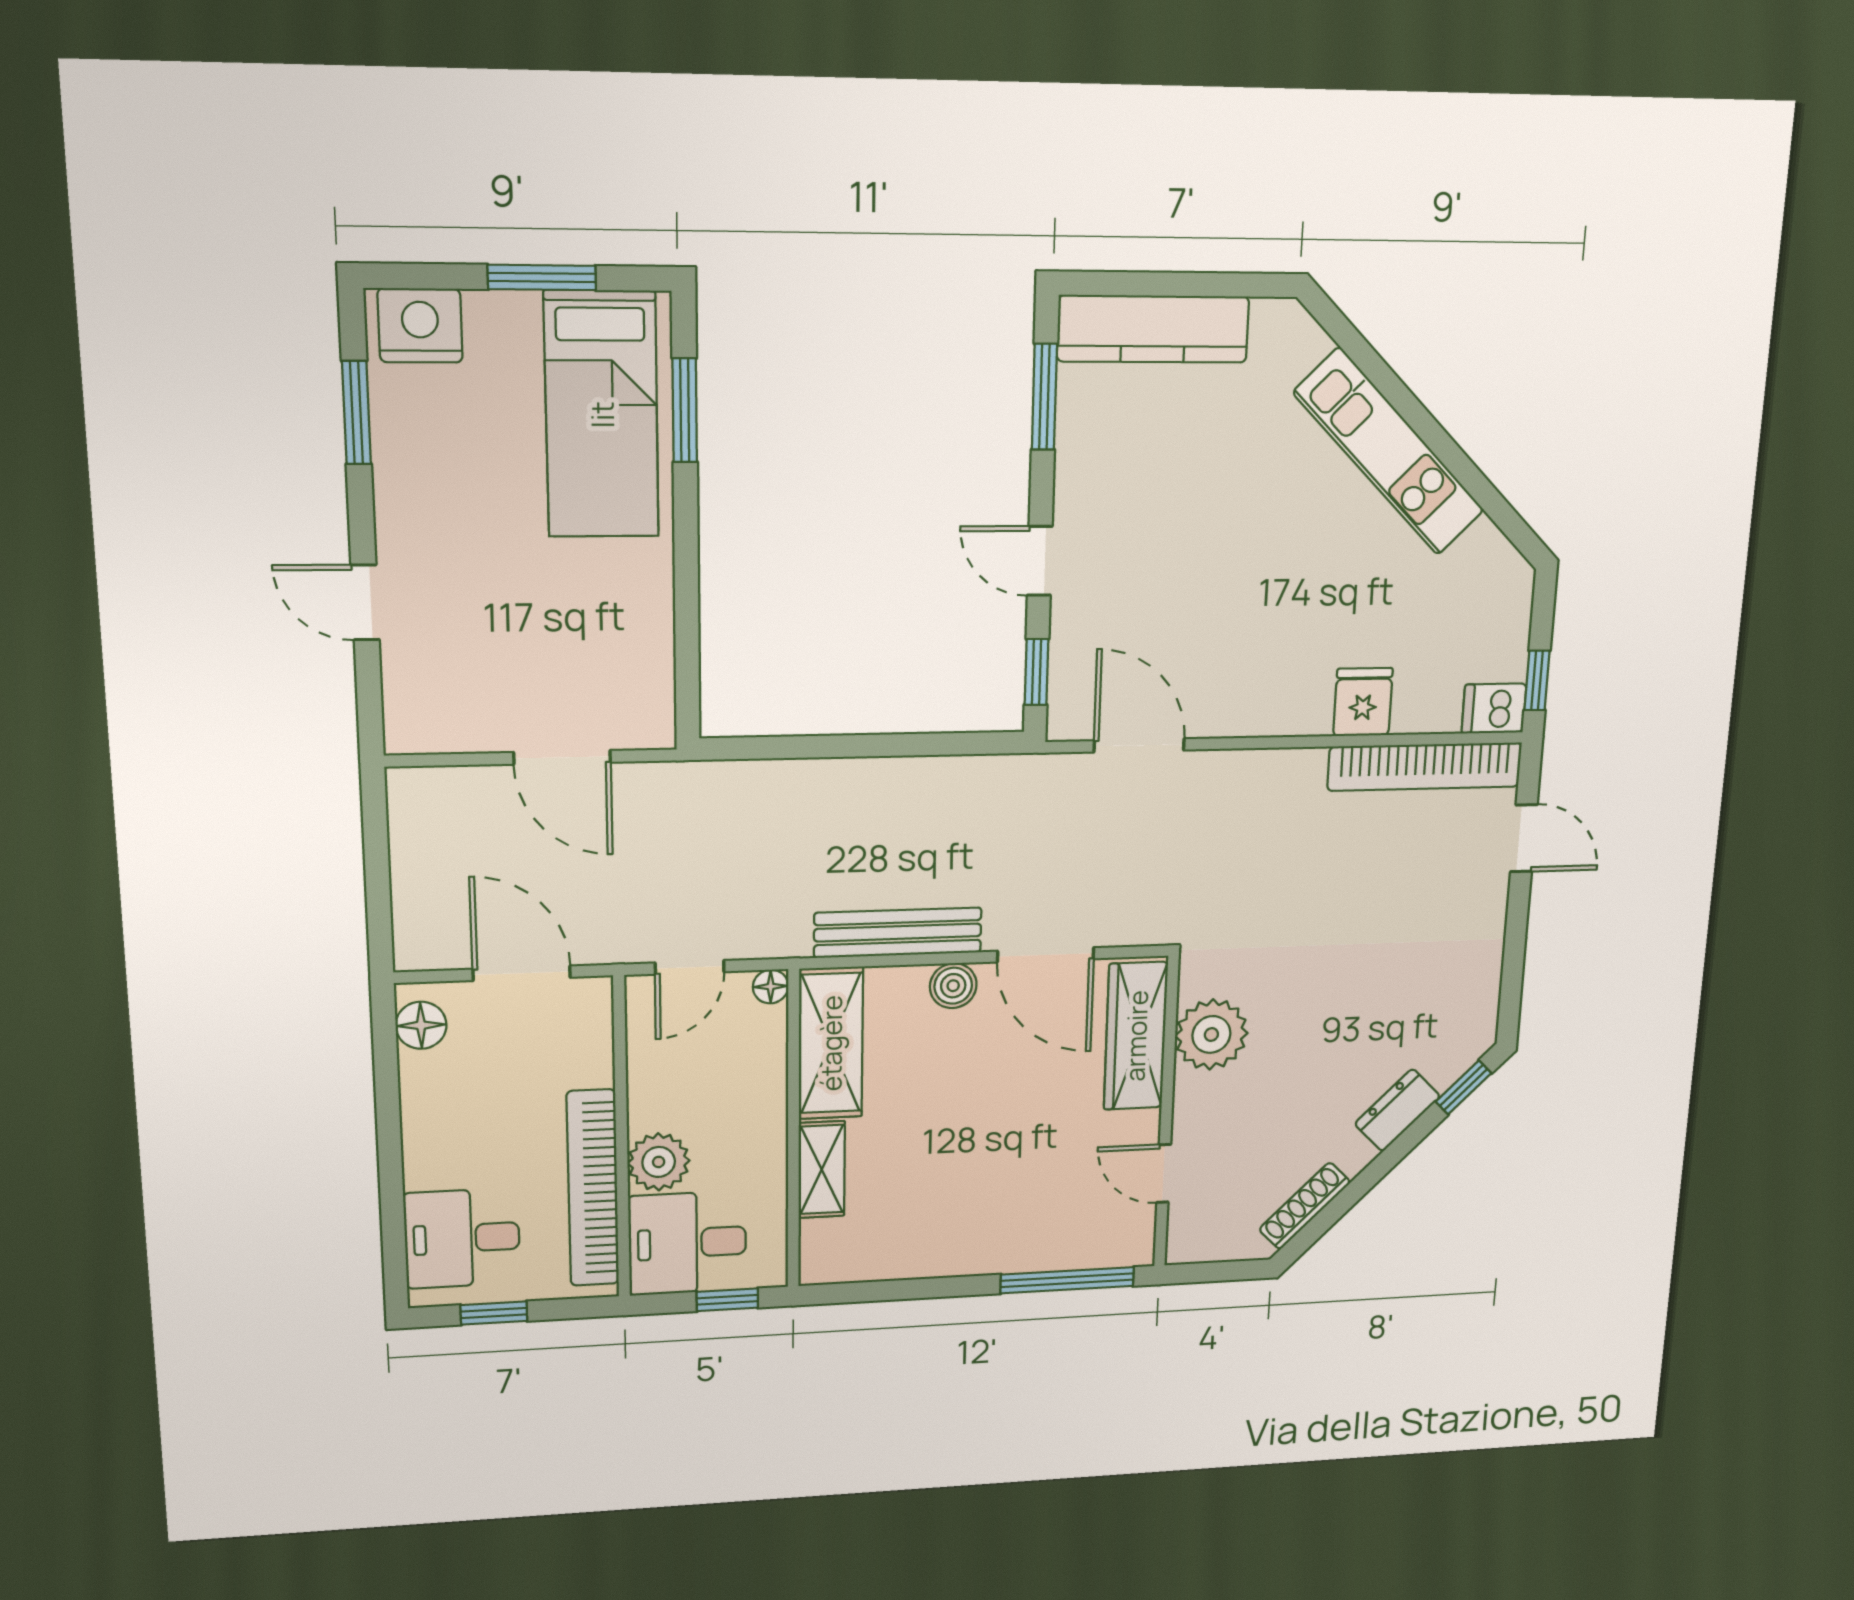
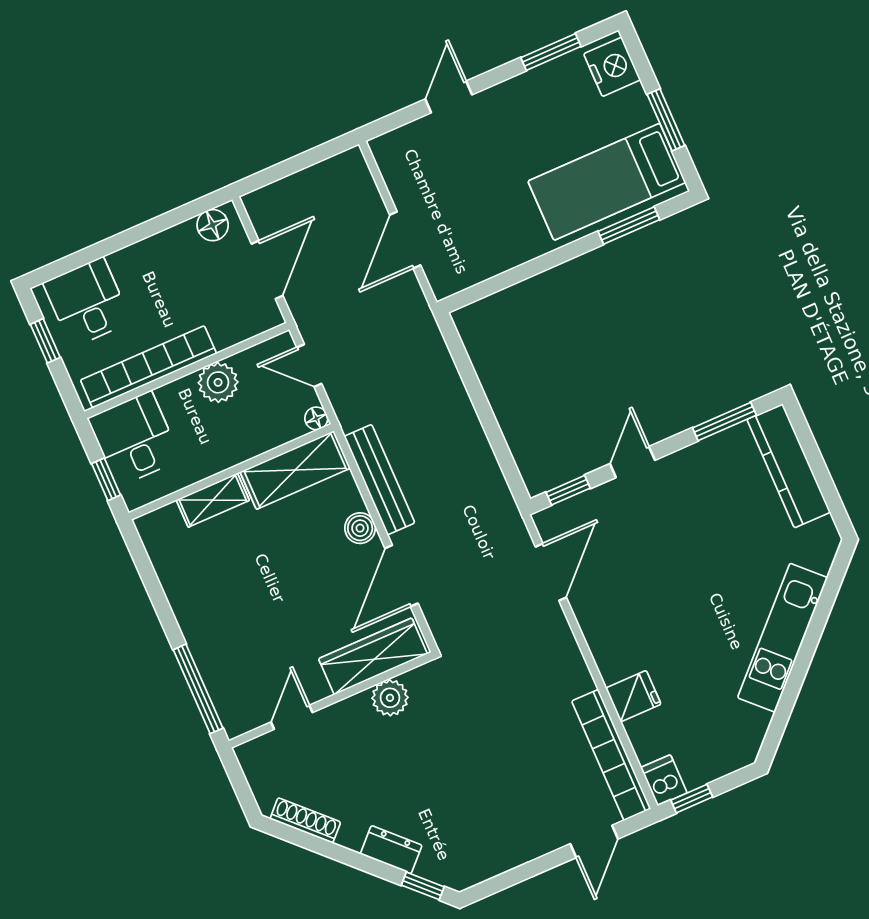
plant: (1211, 1034) -> (390, 698), width x0.73, depth x0.73
plant: (659, 1162) -> (218, 382), moved

